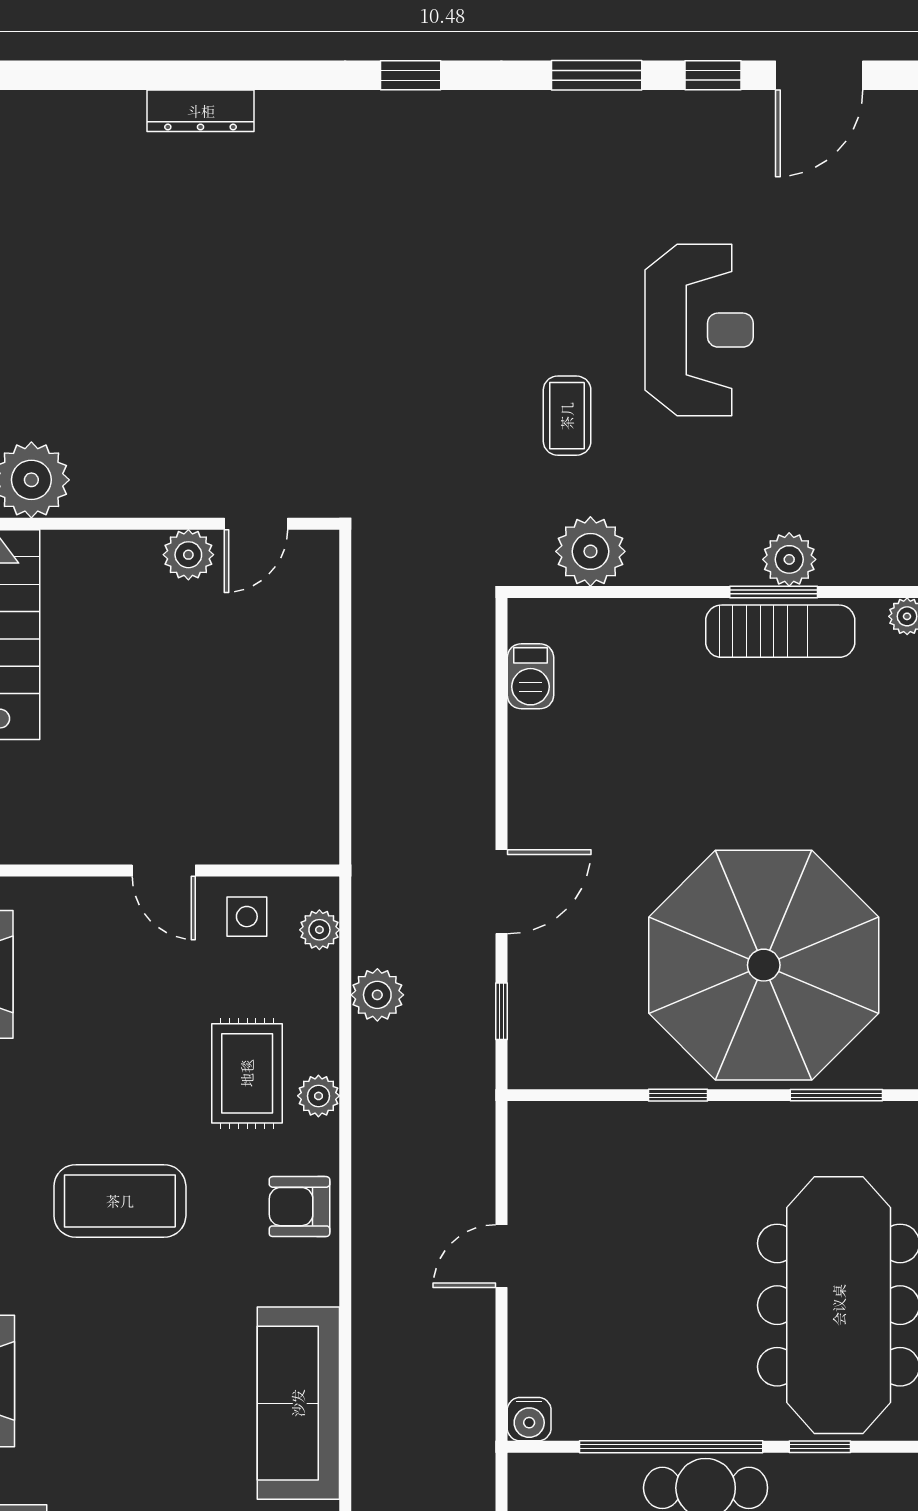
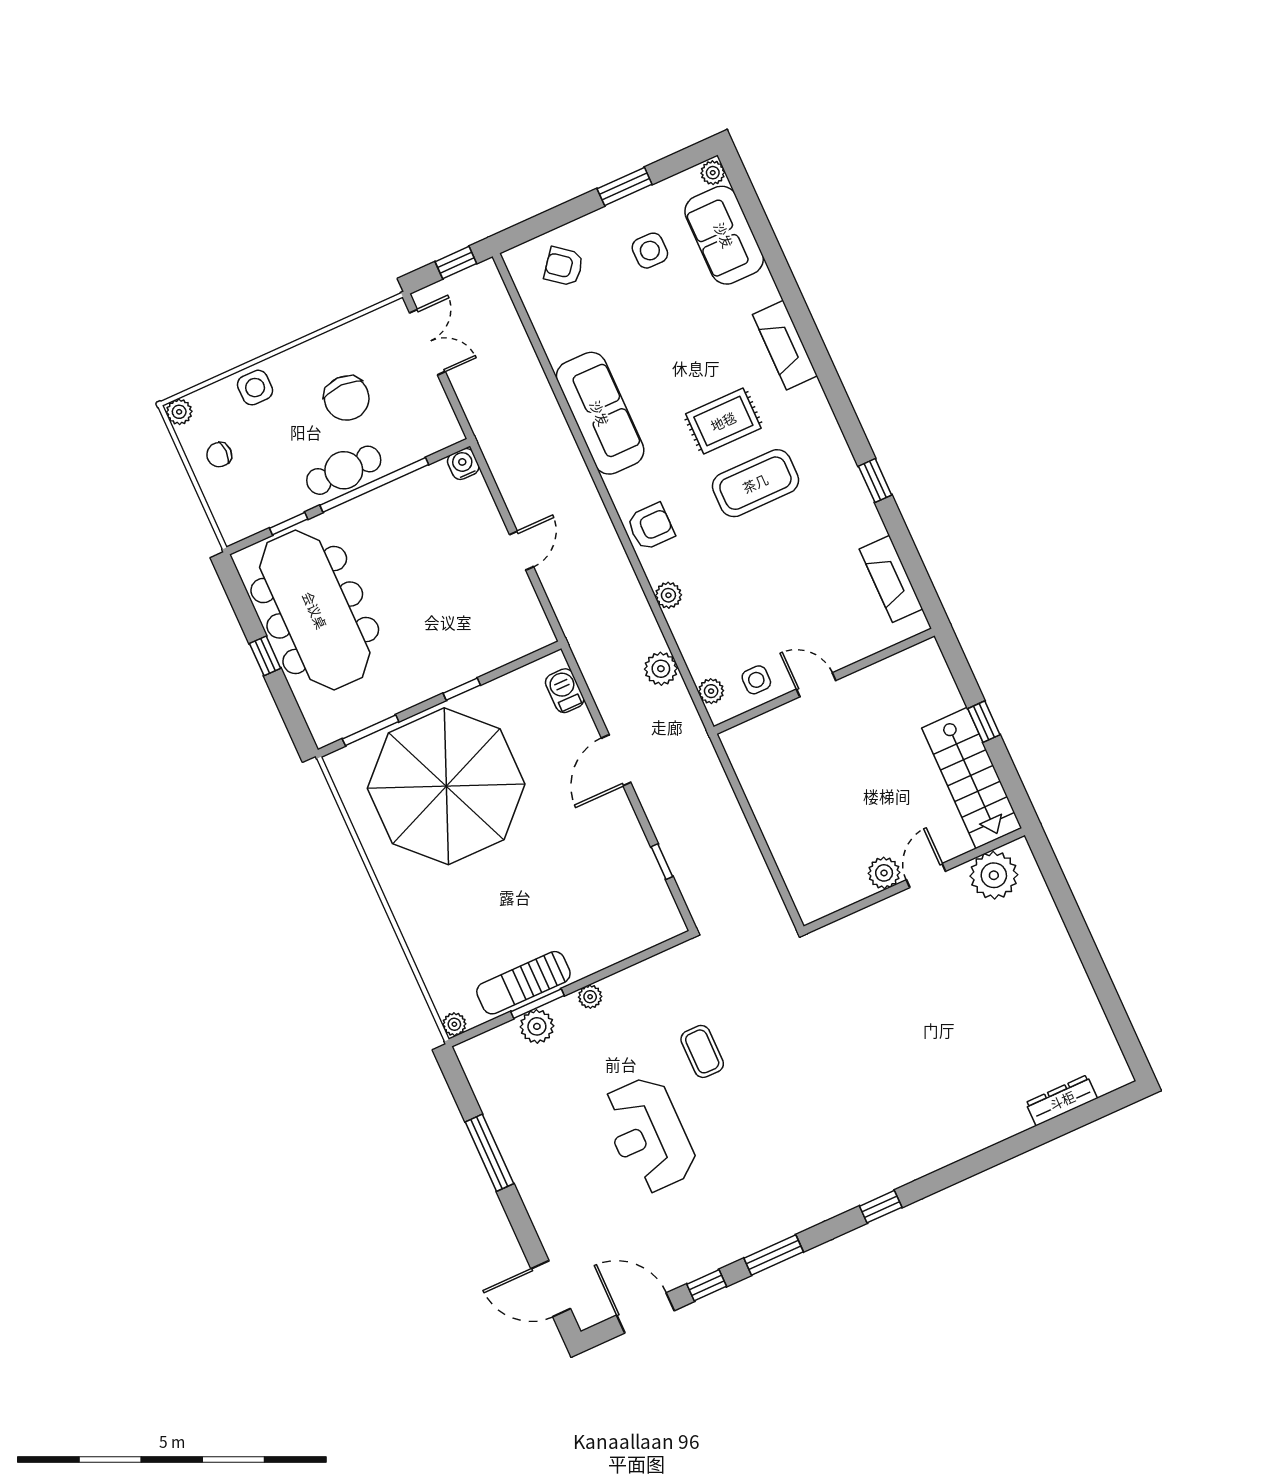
door: (819, 75) -> (646, 1313), hinge flipped
dresser: (201, 111) -> (1062, 1100), moved
door: (256, 524) -> (926, 876), moved
plant: (590, 551) -> (590, 997), moved, width x0.53, depth x0.53
barbecue: (530, 676) -> (565, 691), moved
window: (501, 1011) -> (662, 862), moved
rug: (247, 1073) -> (723, 421), moved, turned 90

